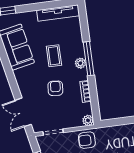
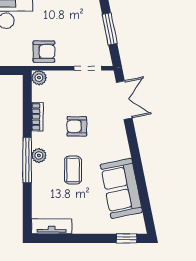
tv unit: (58, 13) -> (52, 226), width x0.71
armchair: (55, 88) -> (77, 126), turned 85

